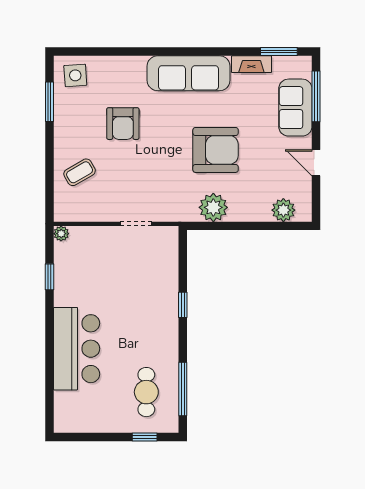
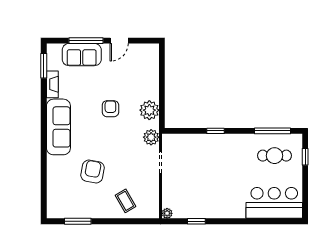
side table: (75, 75) -> (60, 204), removed
window: (316, 96) -> (86, 41), moved
armchair: (123, 124) -> (93, 172), turned -79
armchair: (216, 150) -> (110, 109), width x0.53, depth x0.53
plant: (283, 210) -> (151, 137), moved
bar counter: (77, 349) -> (274, 203), moved

